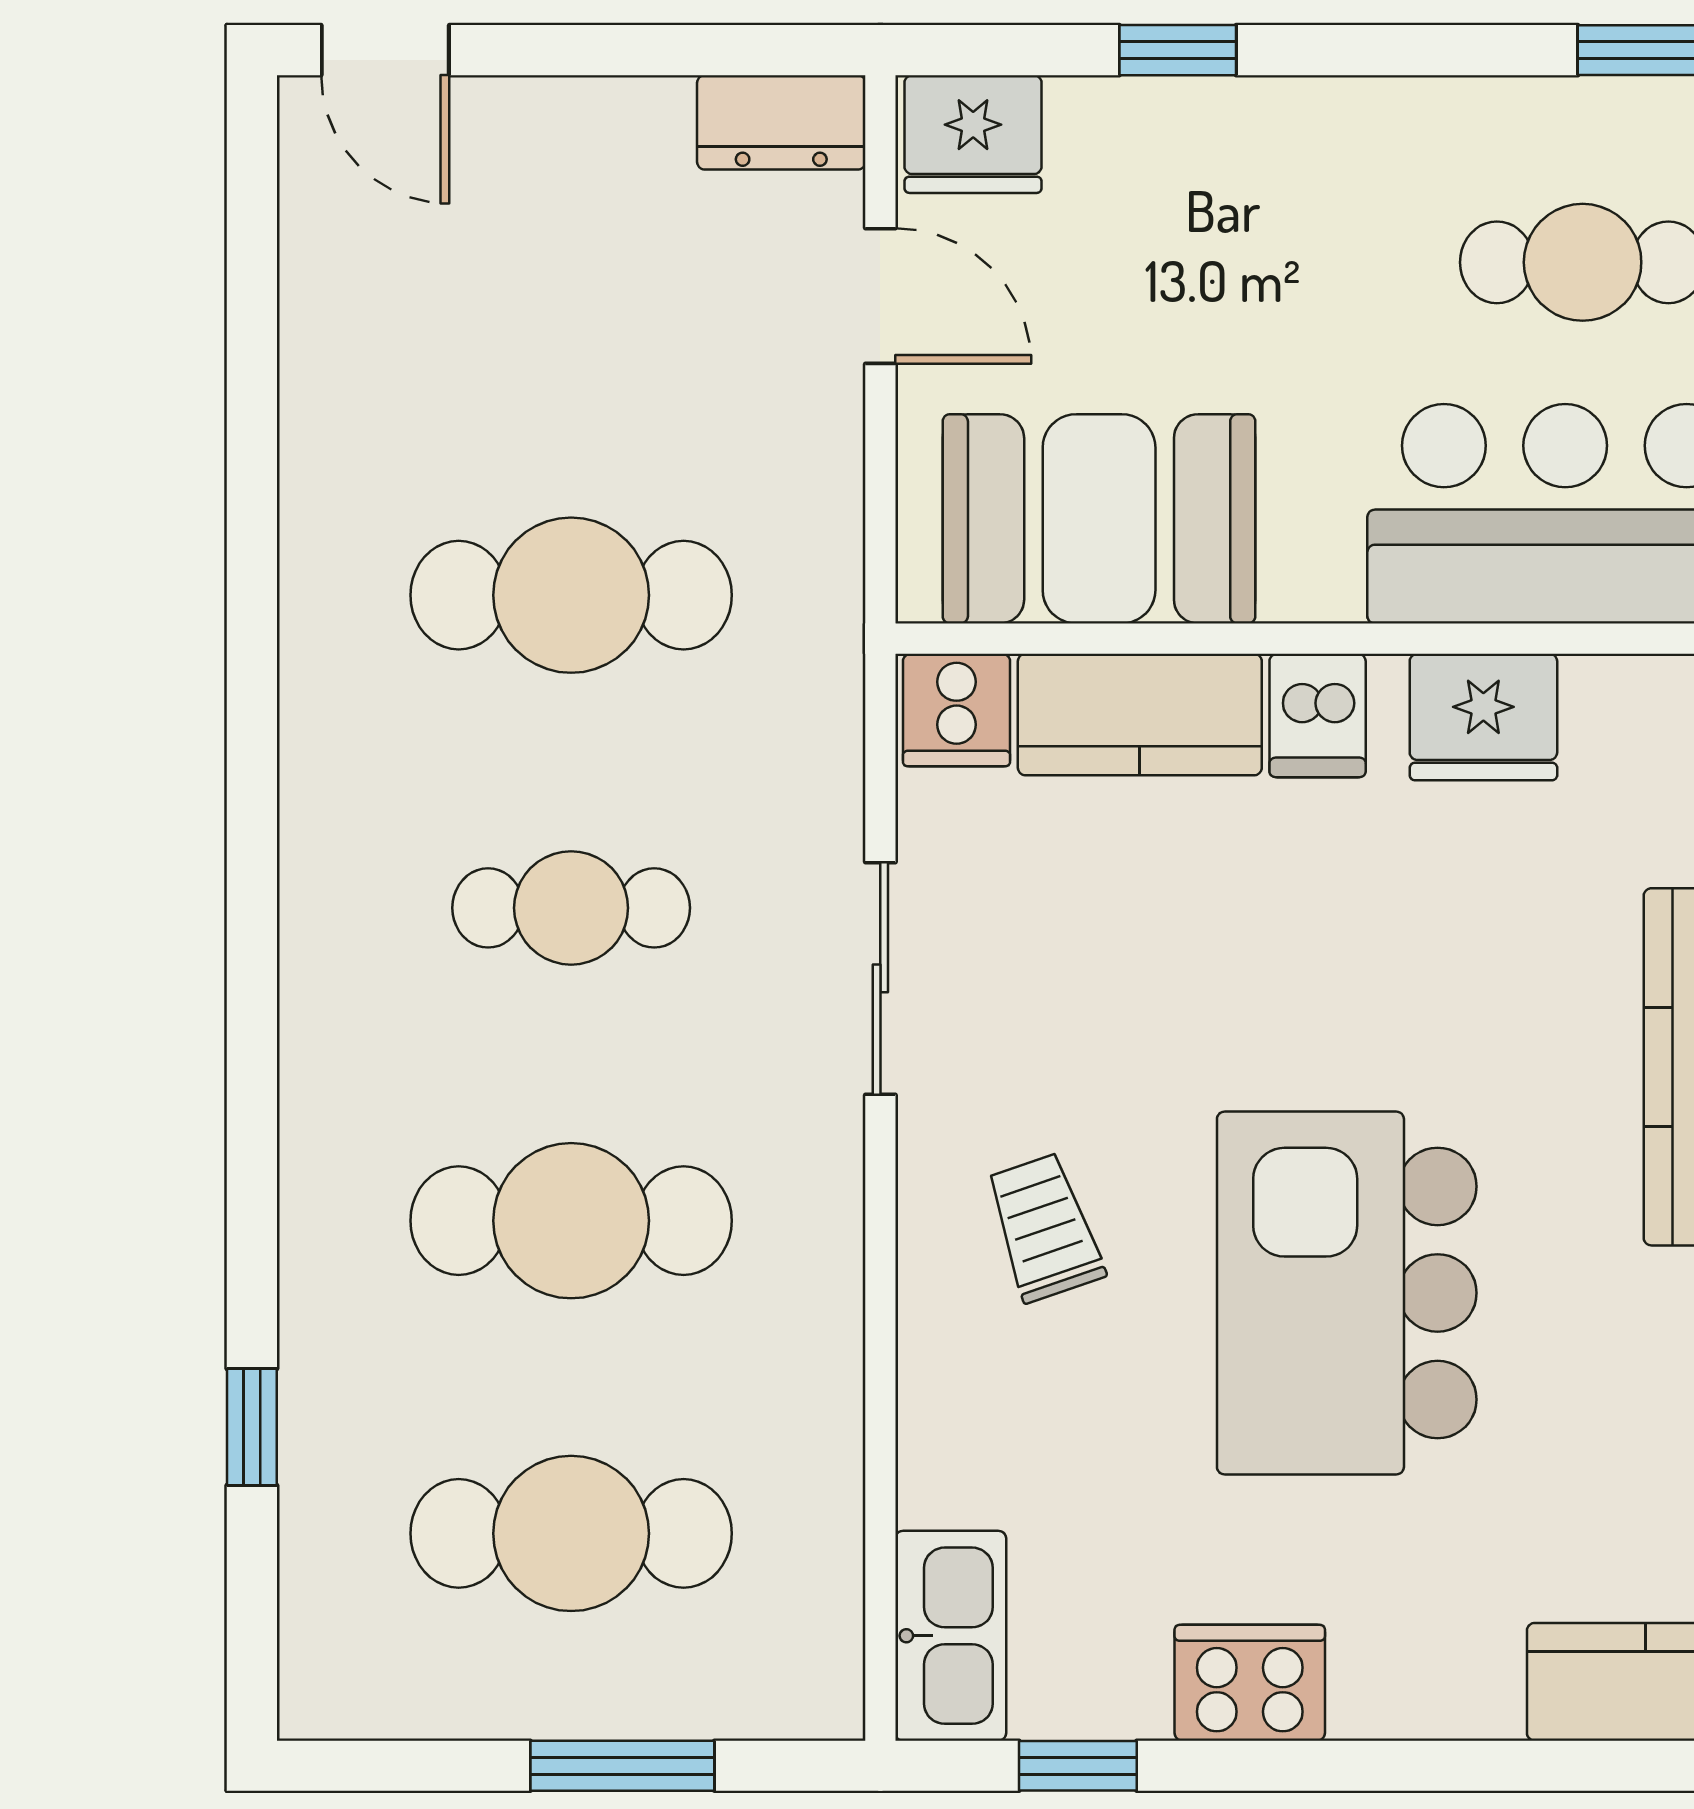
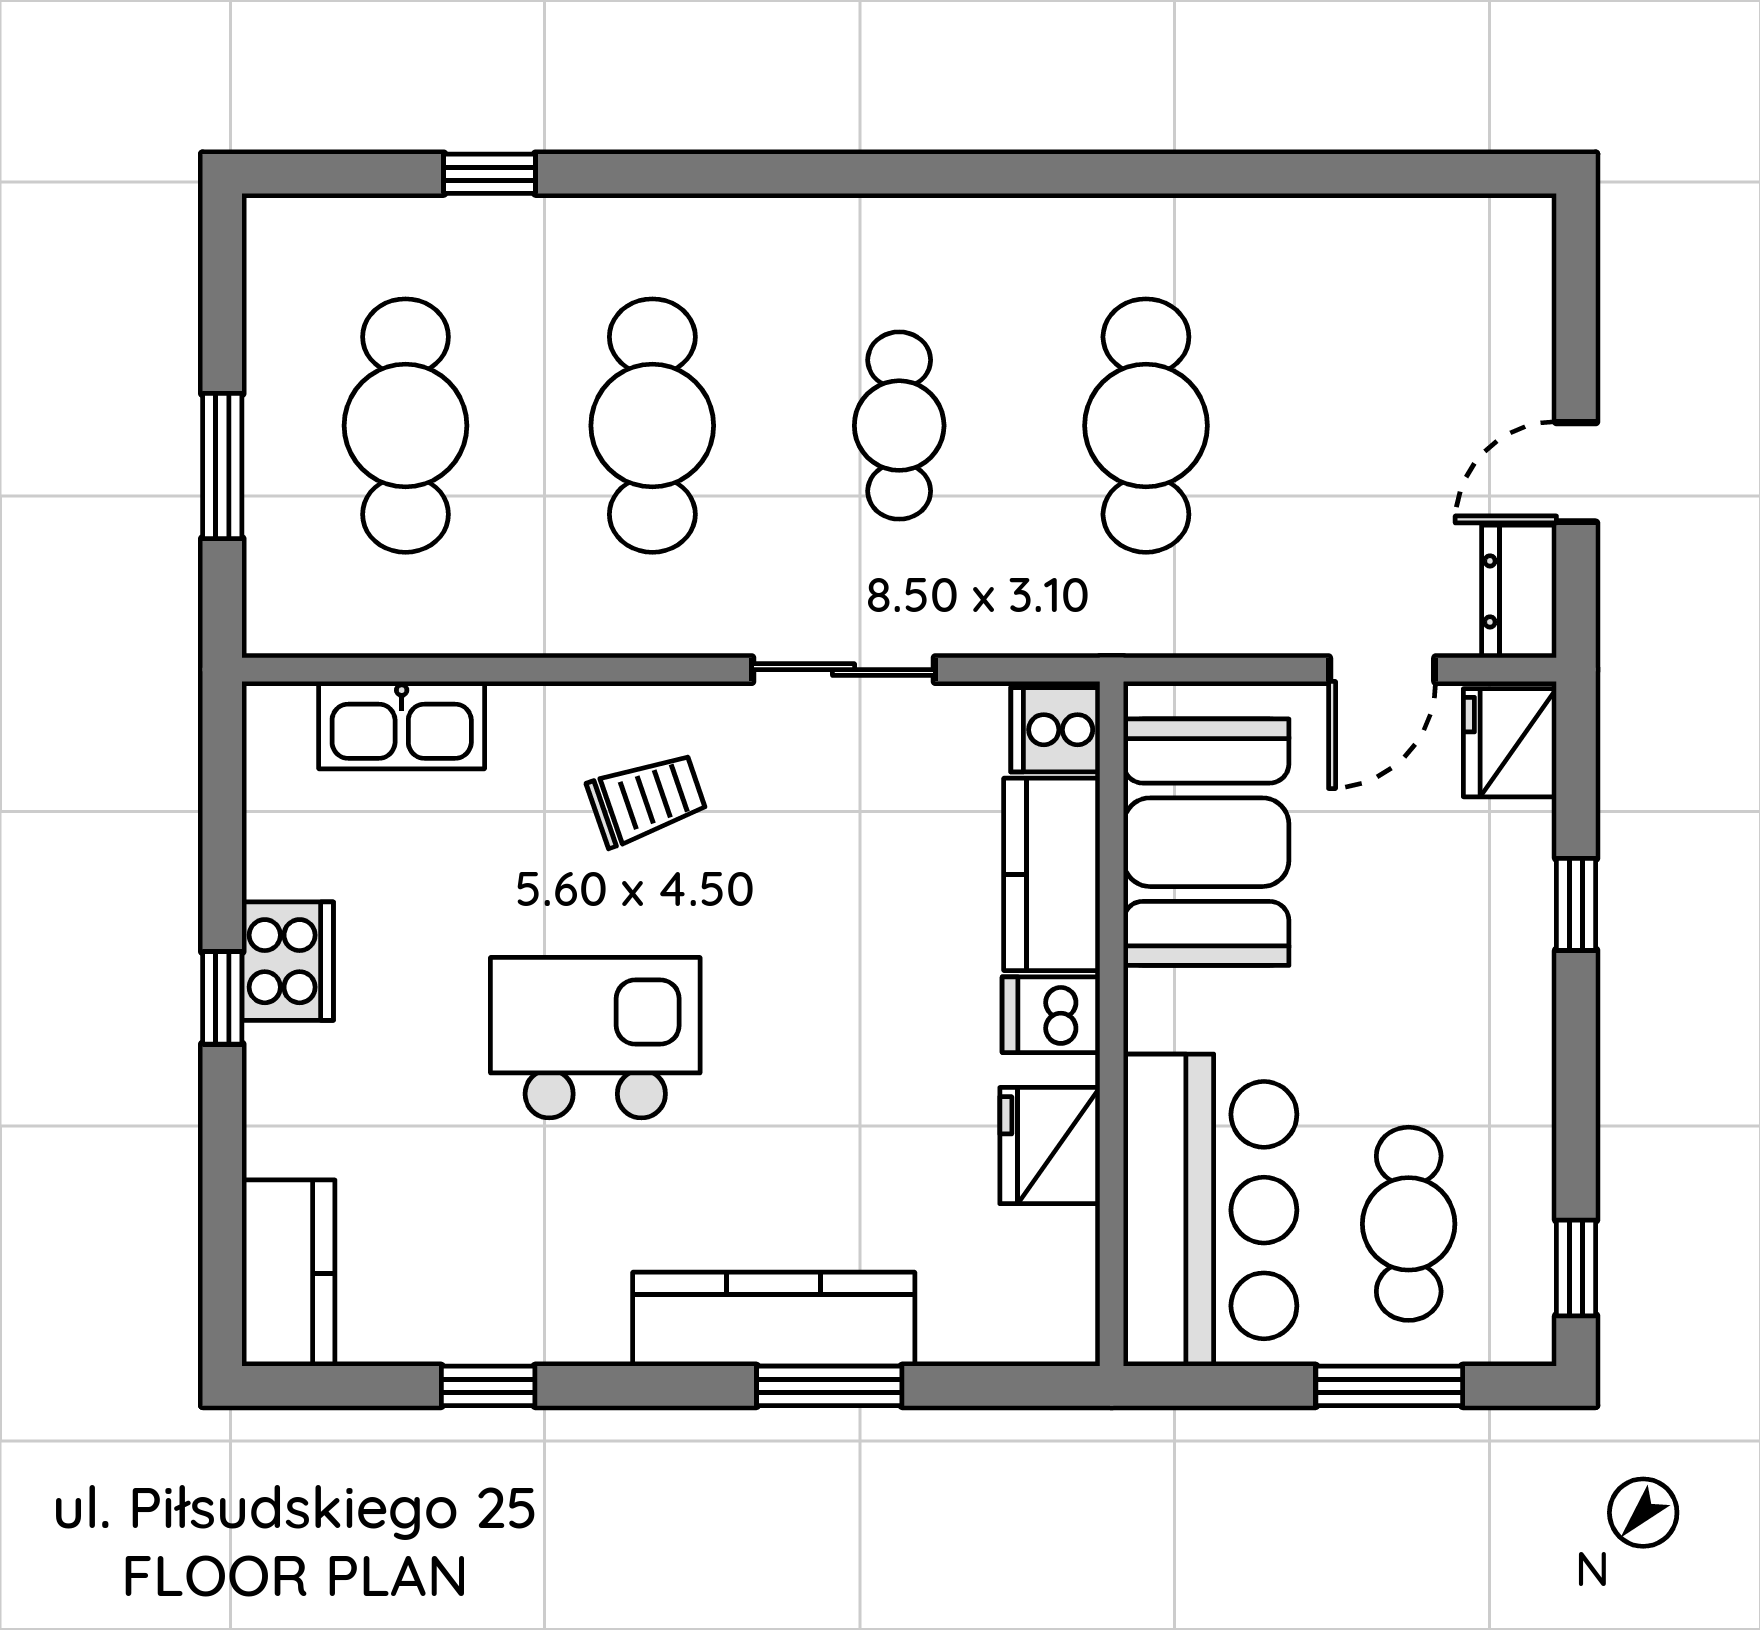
door: (385, 50) -> (1576, 472), moved
kitchen island: (1347, 1293) -> (595, 1038), width x0.73, depth x0.78
kitchen sink: (951, 1636) -> (402, 725), moved
window: (1078, 1766) -> (222, 998), moved

